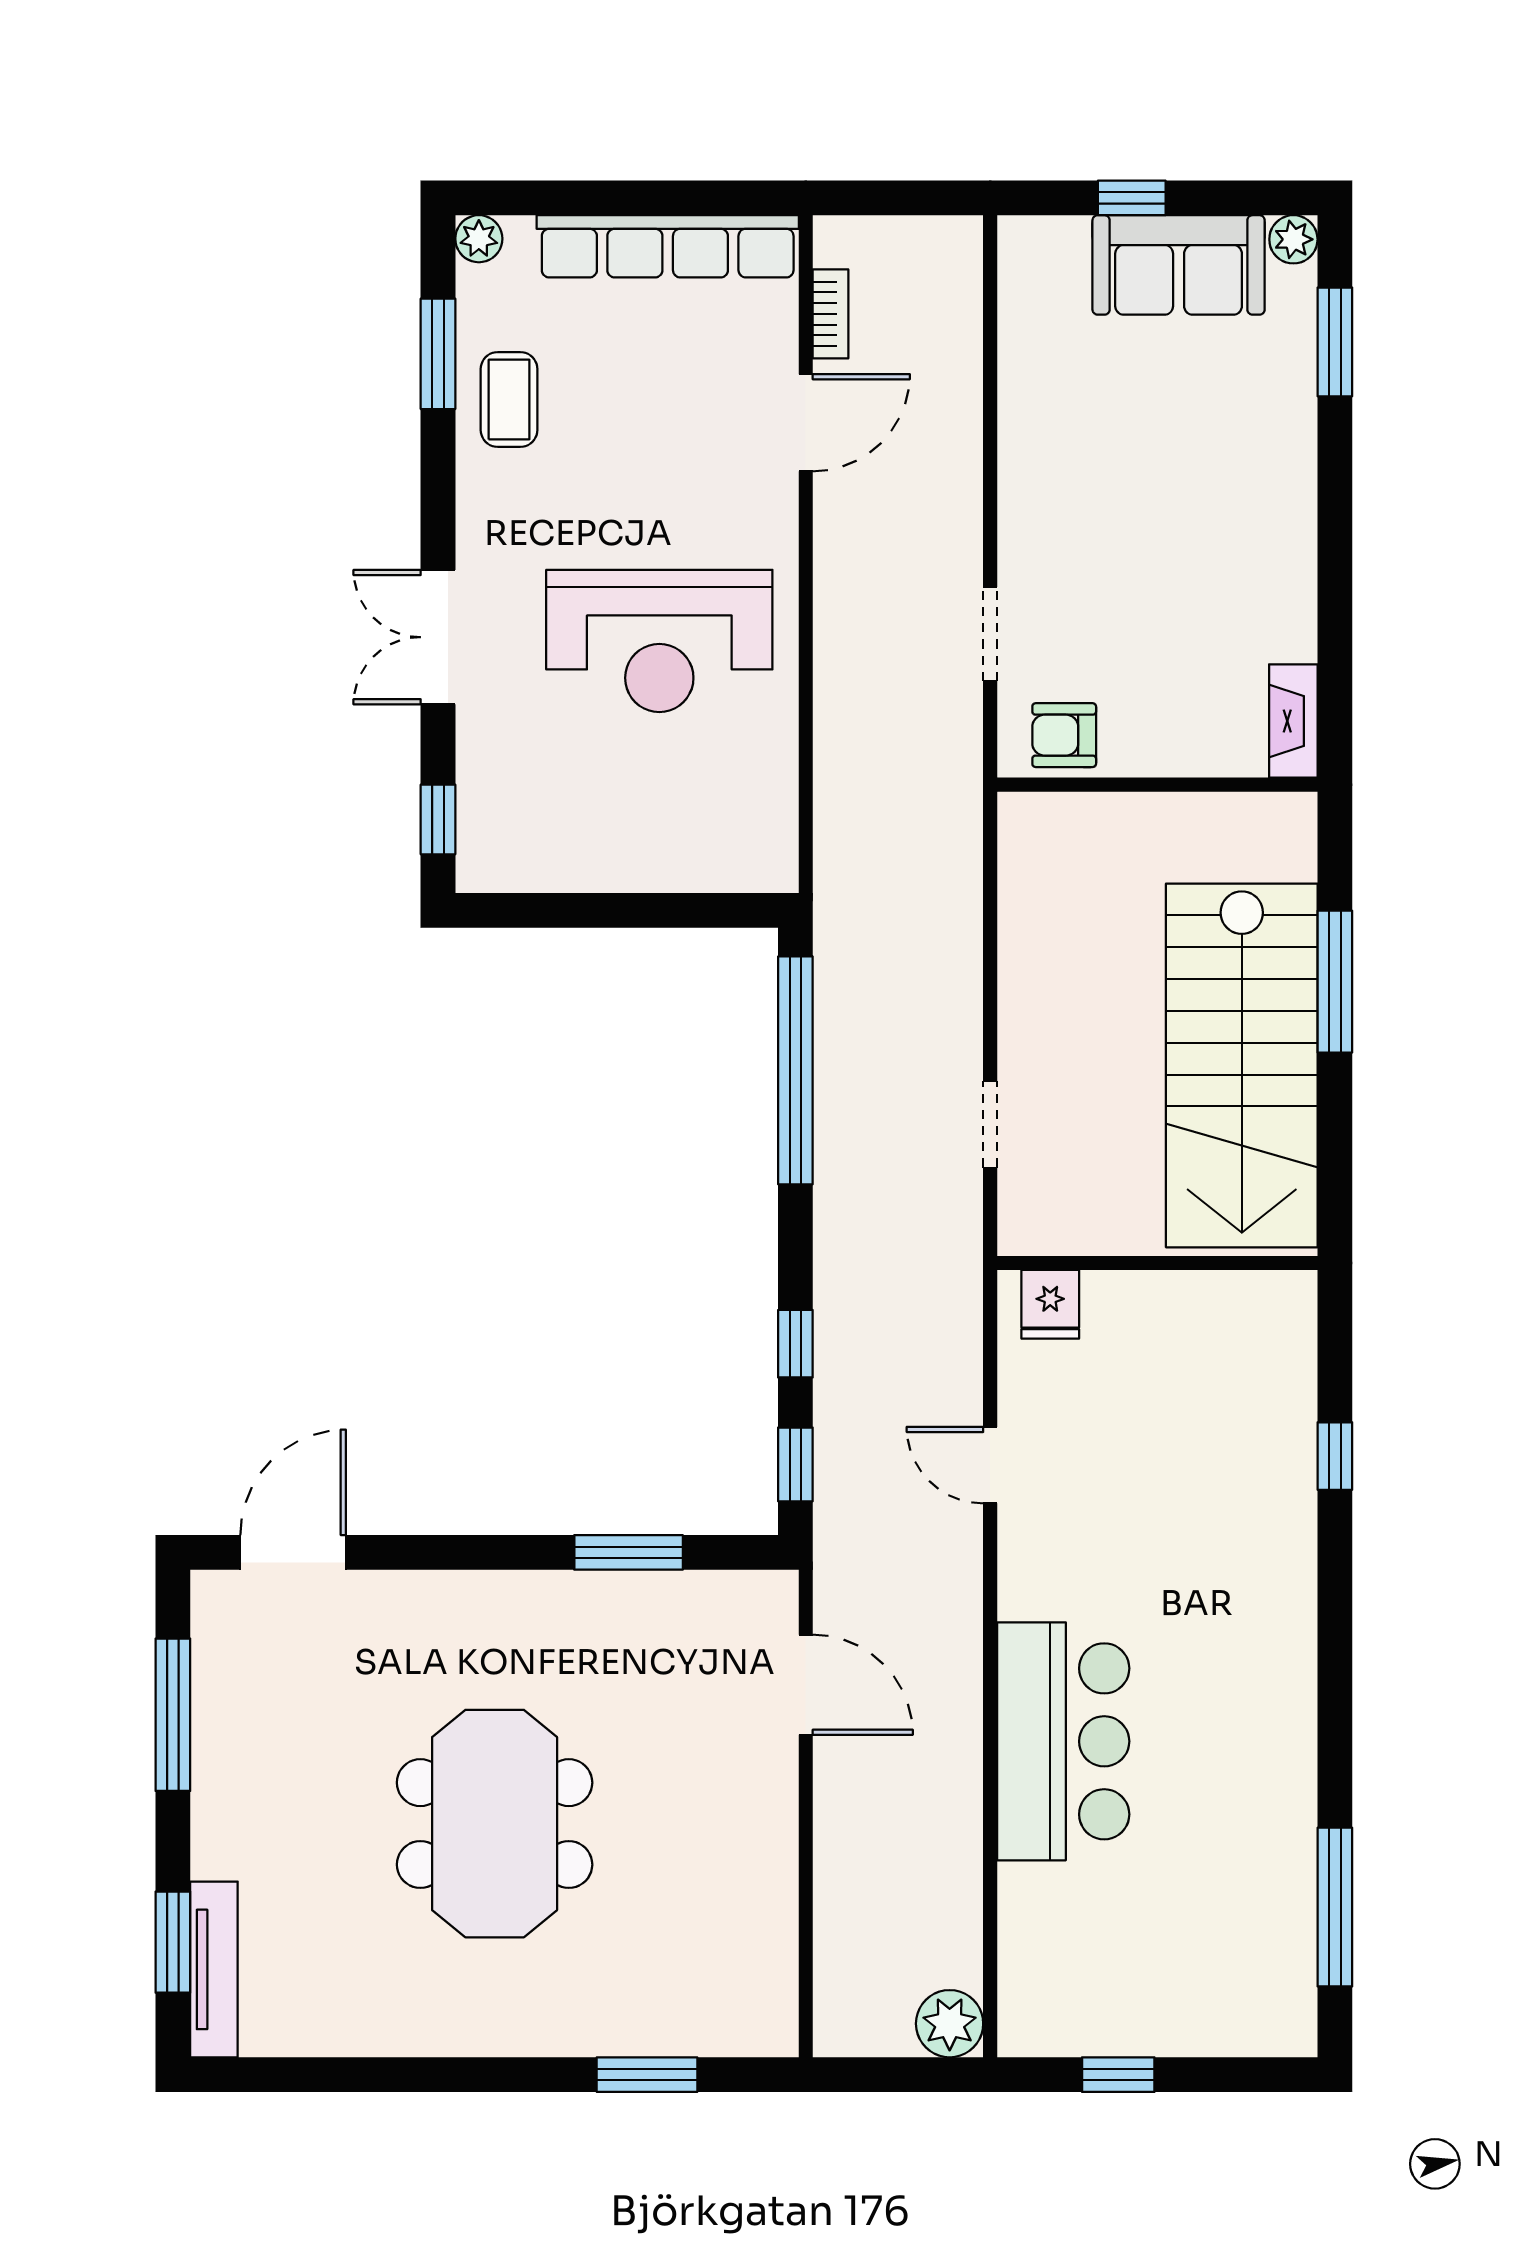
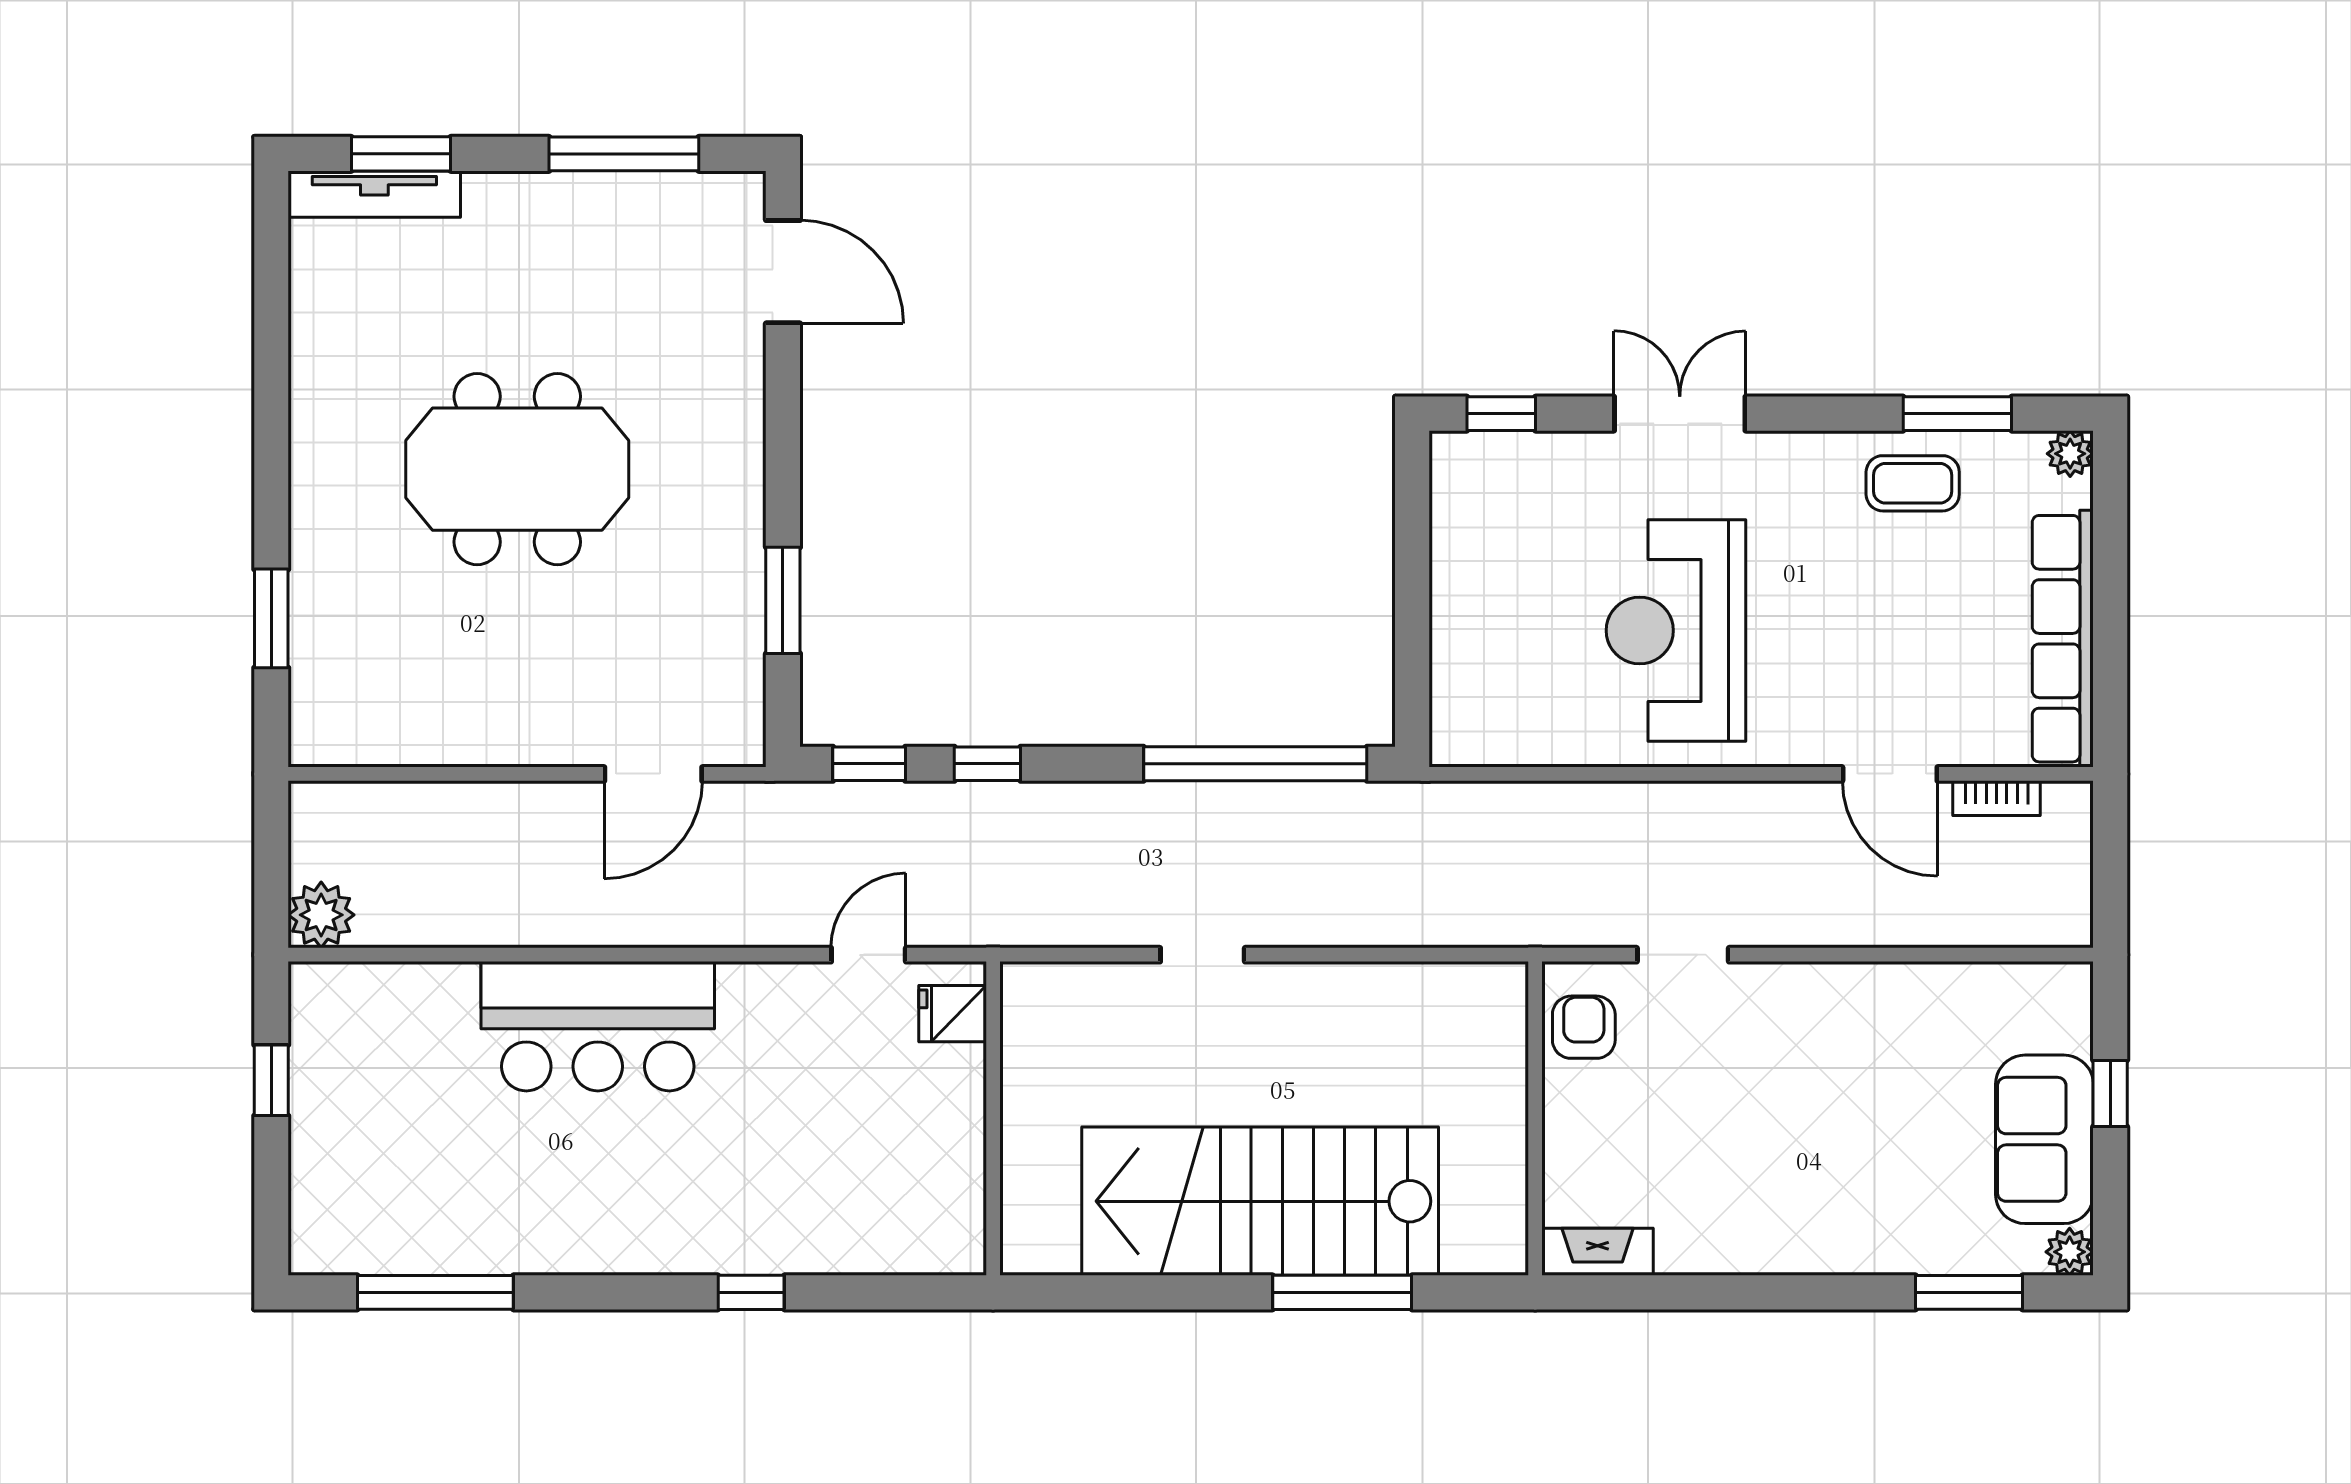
wall: (1157, 1263) -> (993, 1118), moved
fridge: (1050, 1304) -> (953, 1014), moved
window: (1335, 1456) -> (751, 1292), moved

